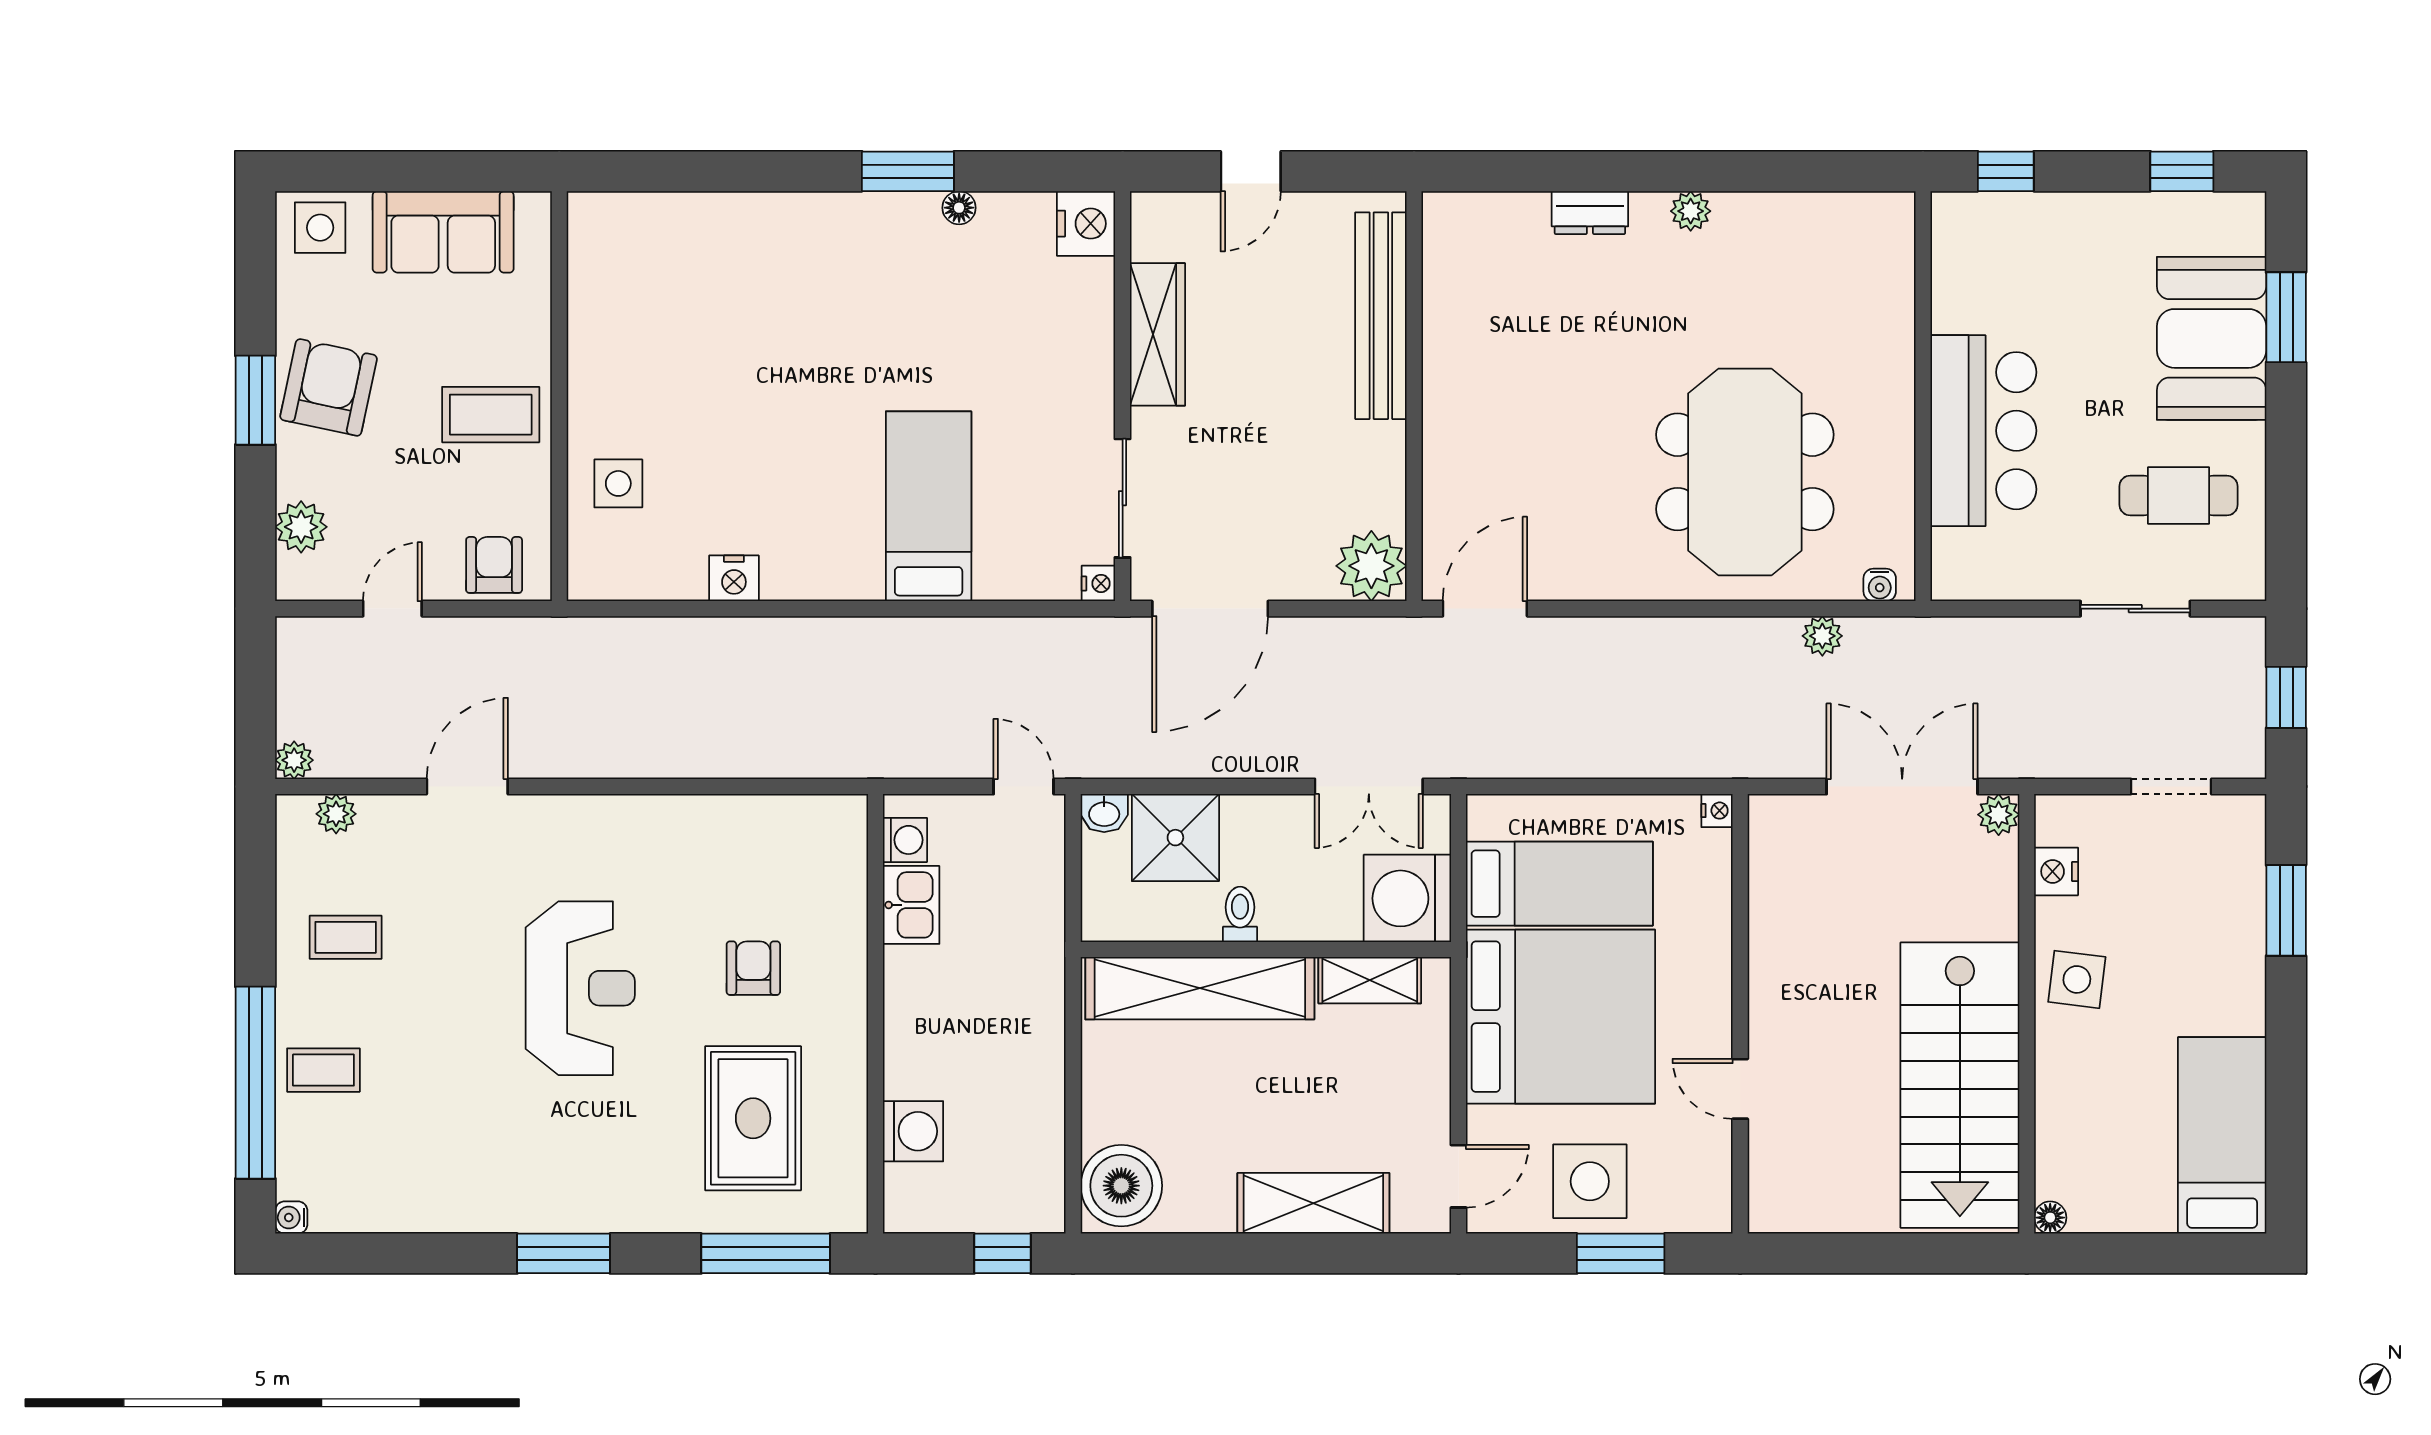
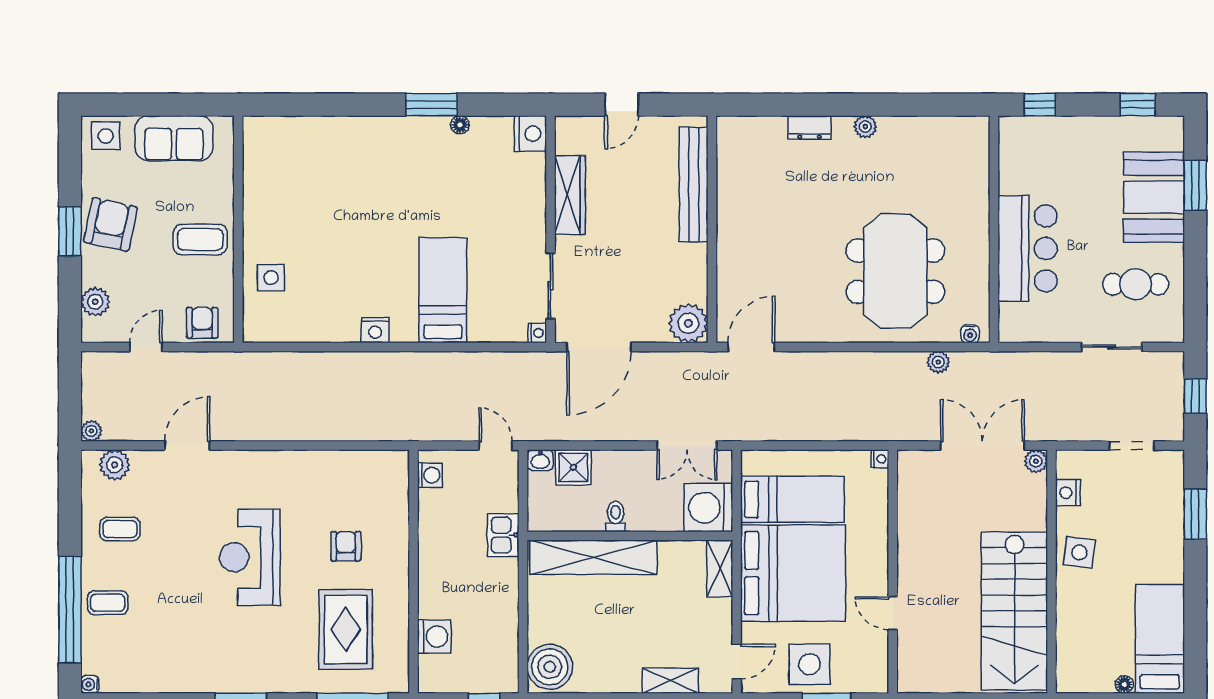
nightstand: (734, 578) -> (375, 330), moved
plant: (336, 814) -> (115, 465), width x1.38, depth x1.38
shower: (1175, 838) -> (573, 467), width x0.73, depth x0.73
kitchen sink: (911, 905) -> (503, 535), moved, turned 180
shelving: (1370, 980) -> (720, 568), moved, turned 90
reception desk: (580, 988) -> (250, 557), turned 180
shelving: (1313, 1203) -> (670, 681), width x0.67, depth x0.75
floor lamp: (2050, 1218) -> (1124, 684), moved

